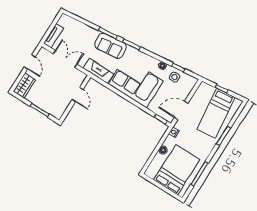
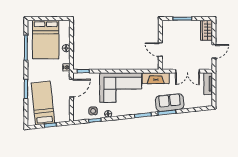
sofa: (111, 46) -> (170, 103), moved
door: (30, 62) -> (214, 51), swing flipped

